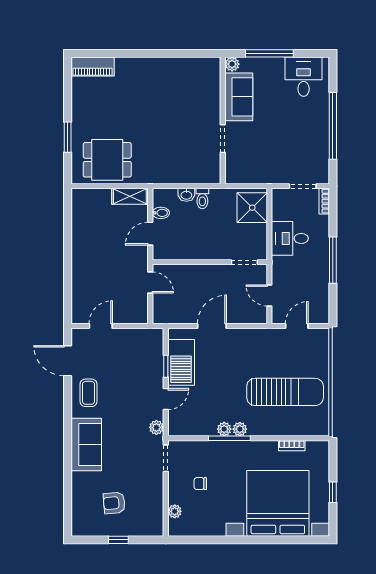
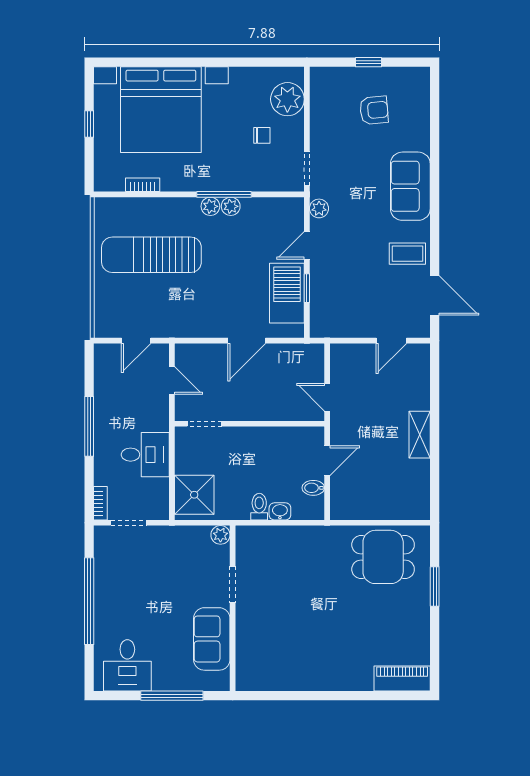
plant: (232, 64) -> (220, 535), moved
shelving: (130, 196) -> (420, 435), moved, turned 90
coffee table: (89, 393) -> (407, 254), turned 90
plant: (175, 511) -> (287, 99), width x1.87, depth x1.87

